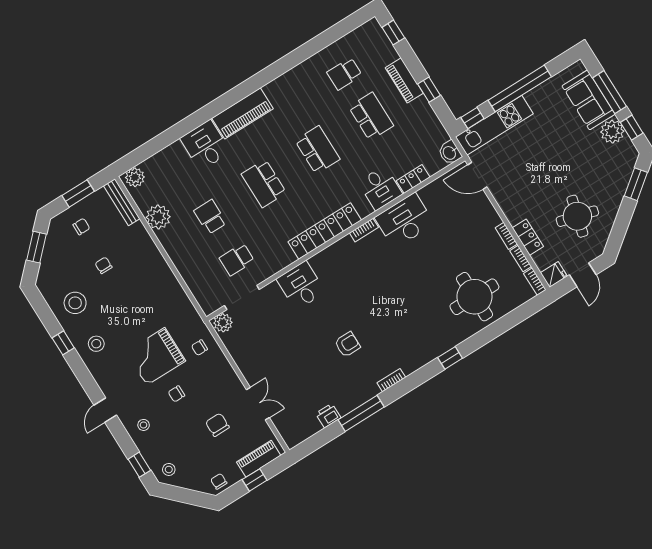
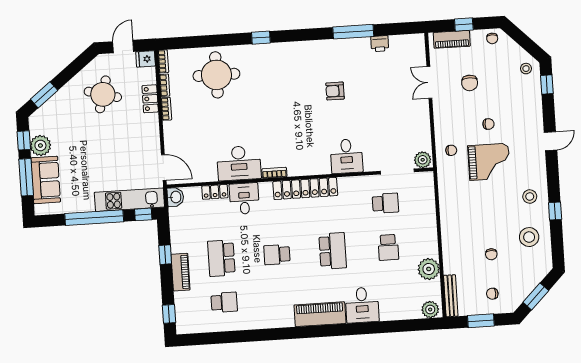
school desk: (317, 150) -> (277, 255), width x0.54
bookcase: (391, 380) -> (316, 45), removed
stool: (144, 425) -> (527, 114), removed

